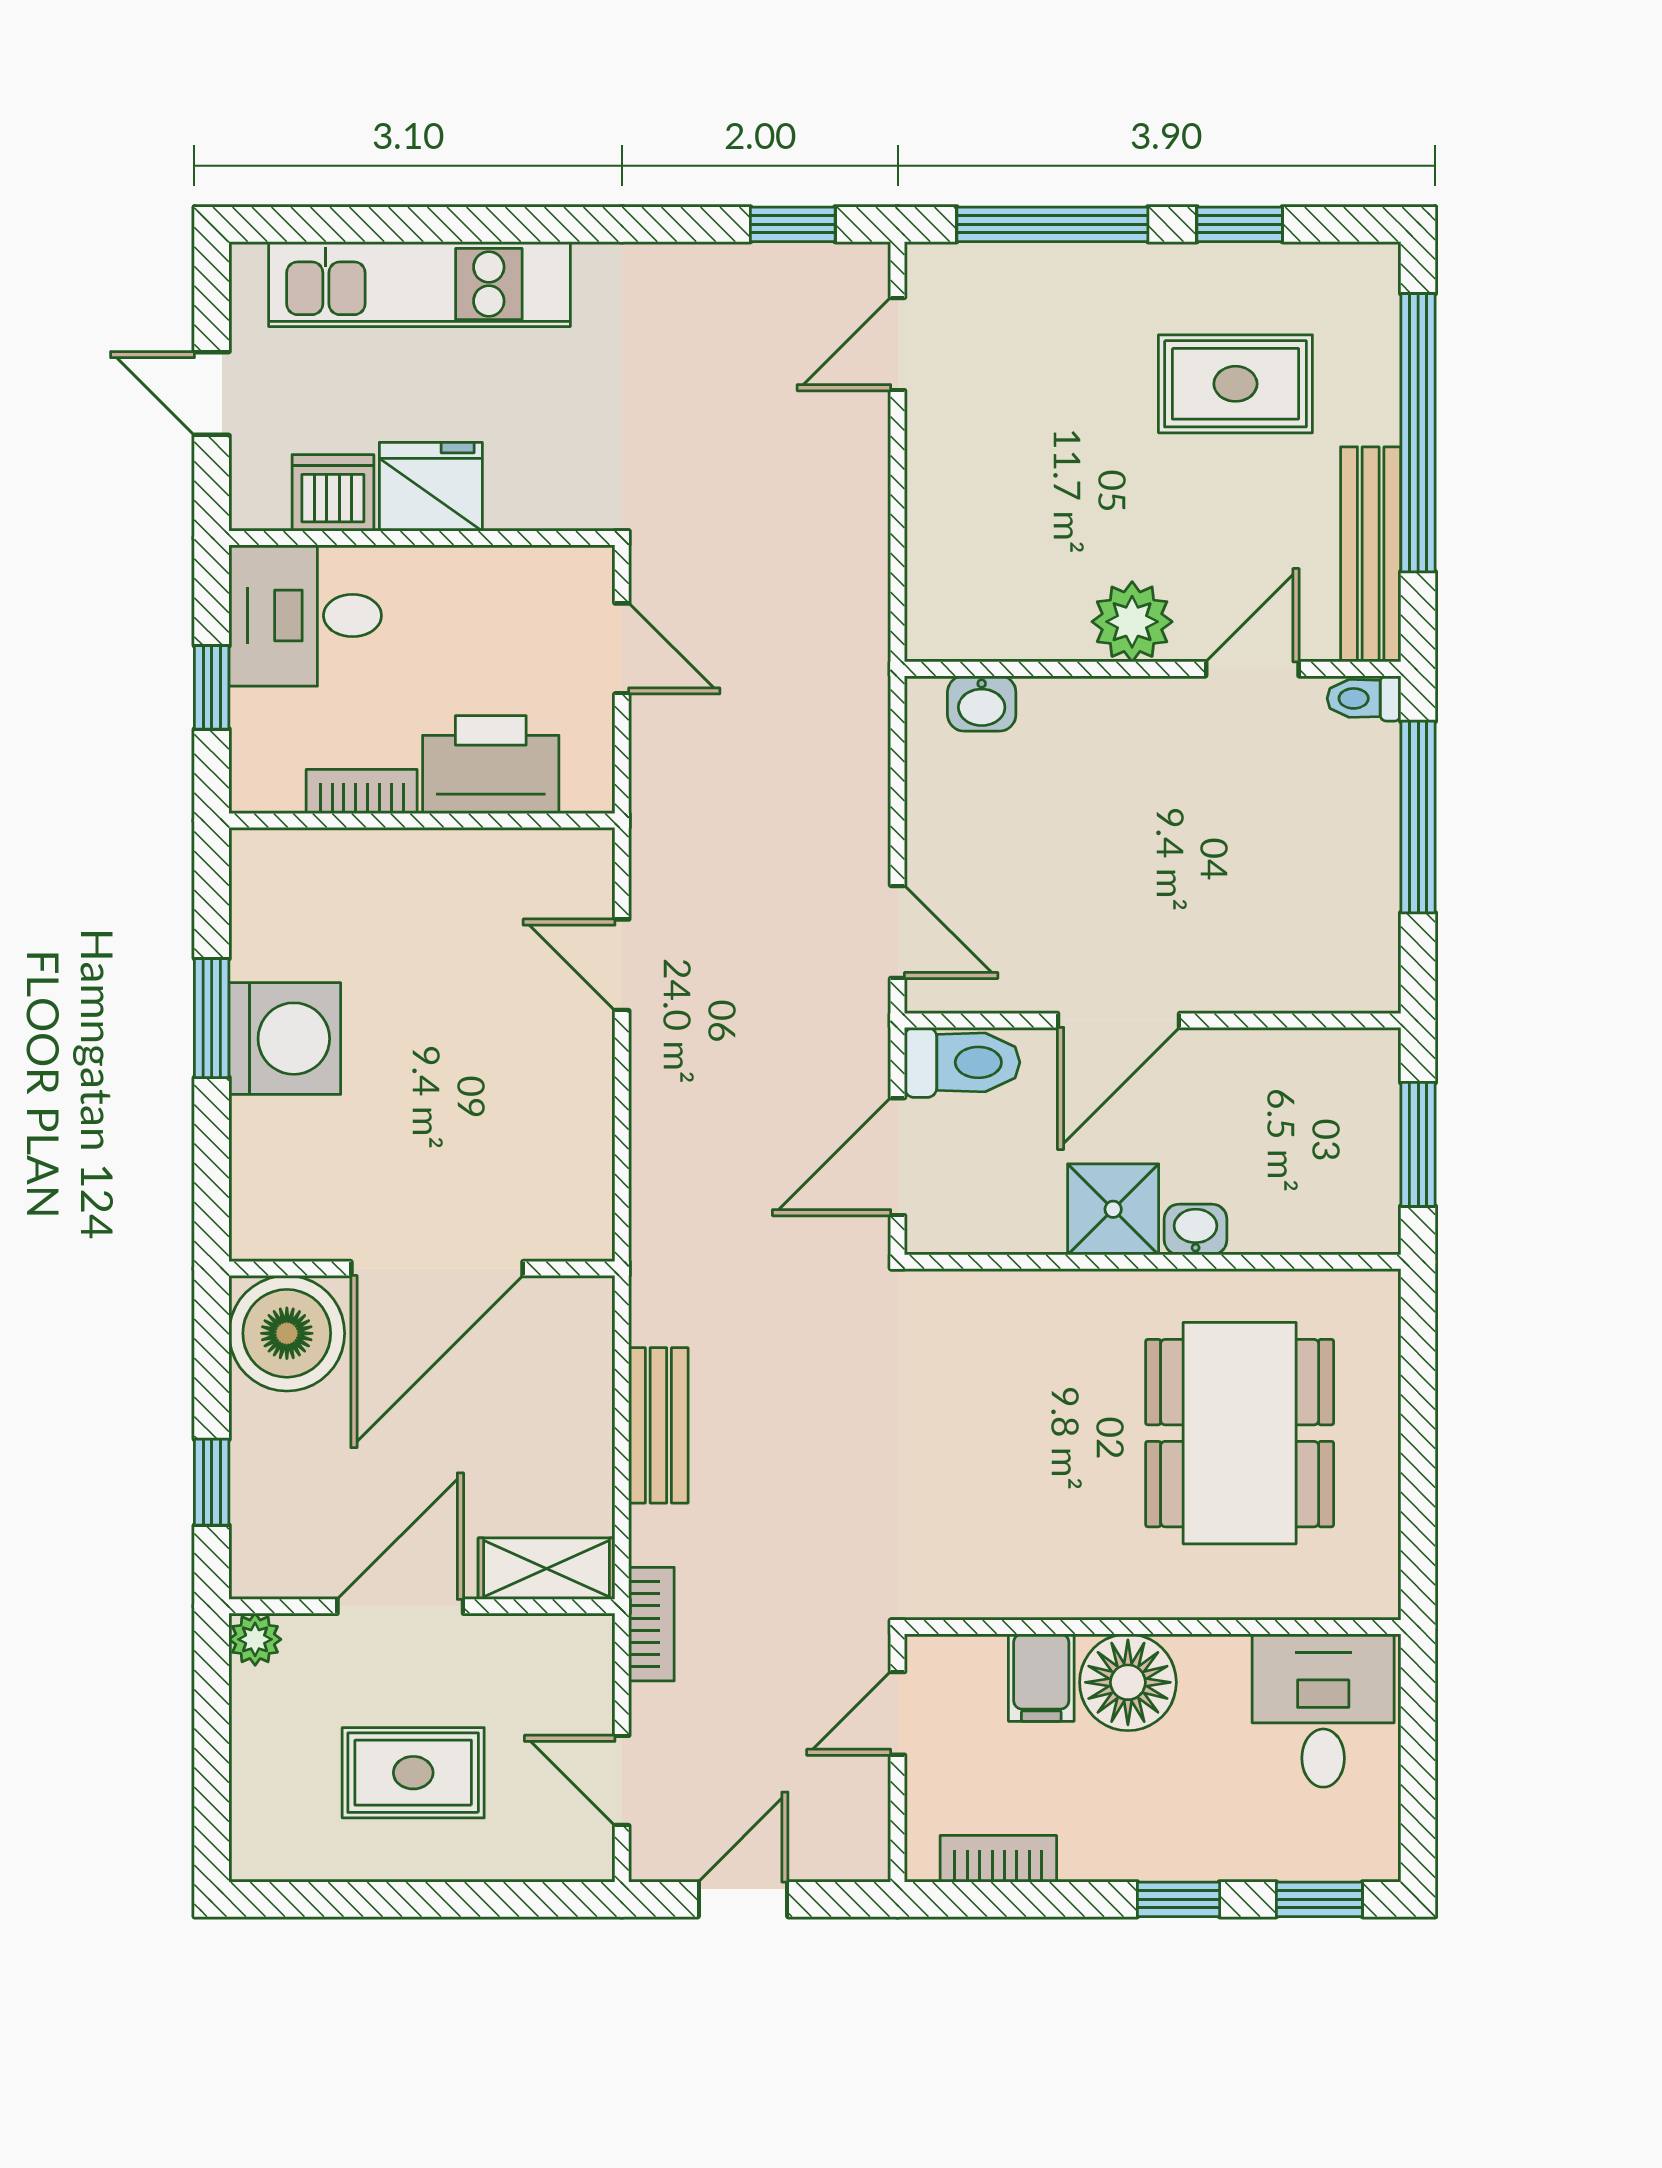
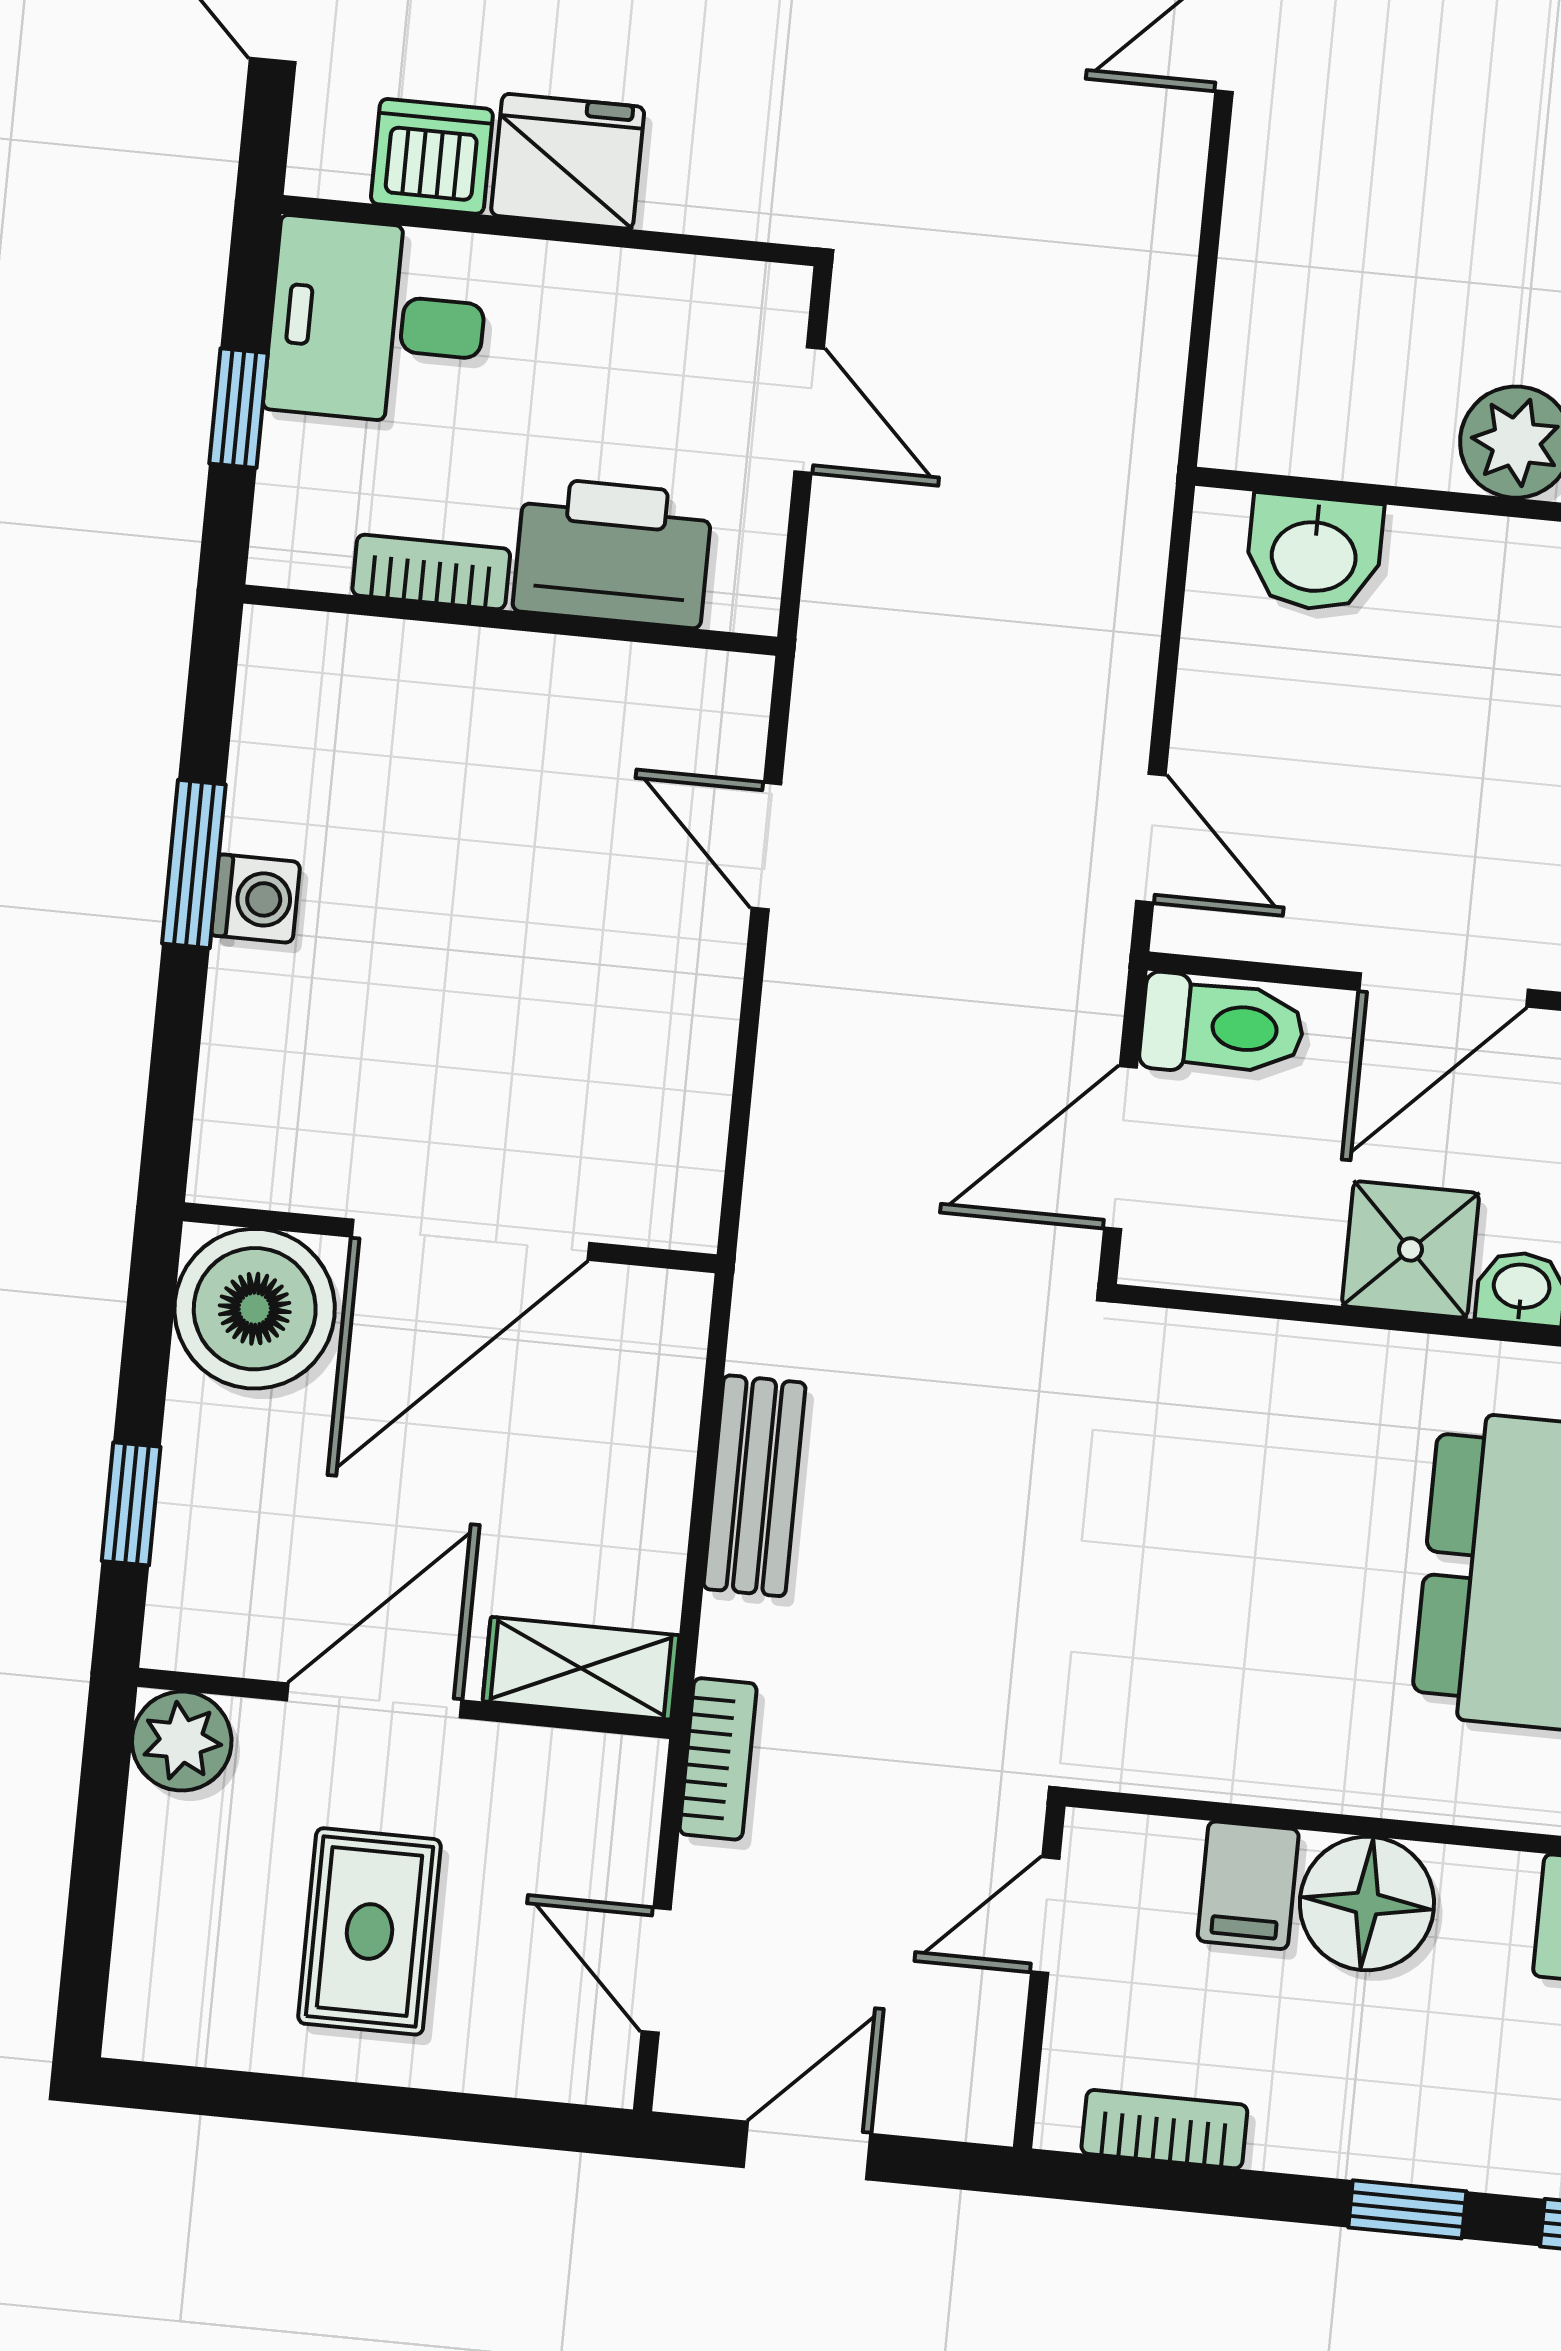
washbasin: (982, 703) -> (1314, 553), width x1.38, depth x1.45
washing machine: (285, 1039) -> (256, 899), width x0.53, depth x0.53
plant: (255, 1639) -> (182, 1741), width x1.38, depth x1.38
rug: (413, 1773) -> (370, 1931), turned 90

